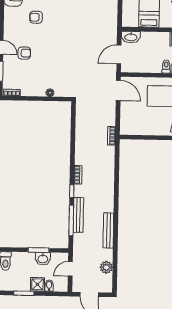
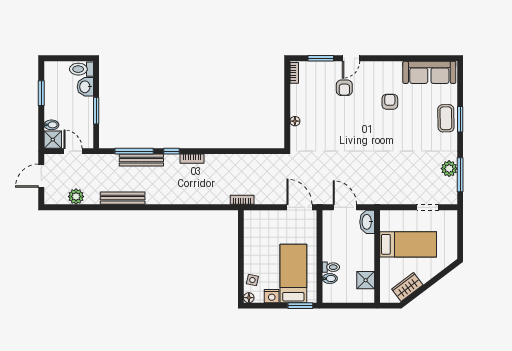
door: (118, 90) -> (299, 207), swing flipped
washbasin: (43, 259) -> (85, 87), moved
shower: (37, 284) -> (53, 140), moved

